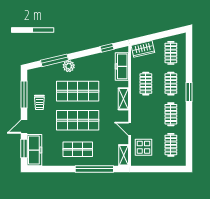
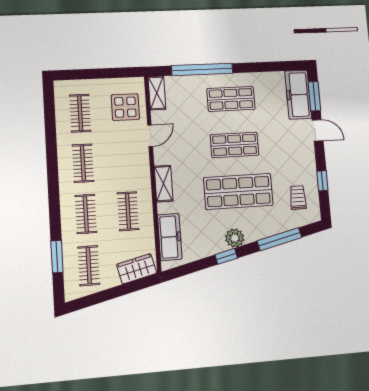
window: (107, 48) -> (226, 256), moved
plant: (69, 66) -> (235, 238), moved
window: (189, 92) -> (57, 257), moved
window: (24, 95) -> (322, 181), width x0.46
trolley: (39, 102) -> (298, 197), moved
shop shelf: (78, 120) -> (235, 145), width x0.70, depth x0.74
door: (24, 127) -> (318, 130), hinge flipped
door: (130, 129) -> (150, 136), hinge flipped

